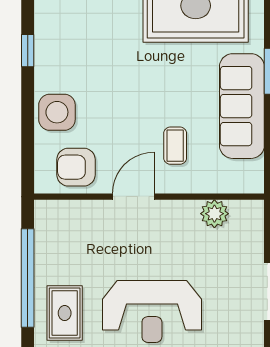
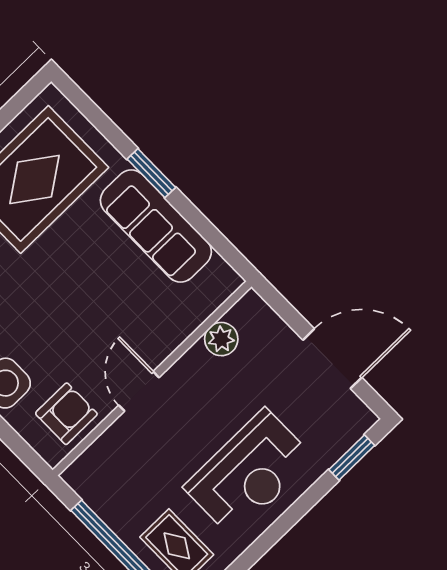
coffee table: (175, 146) -> (132, 314), removed
armchair: (76, 167) -> (66, 414), turned 180

